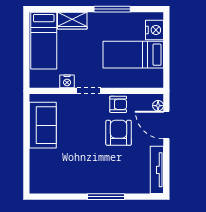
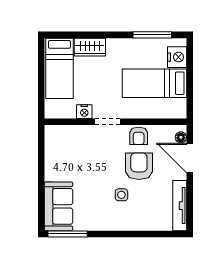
window: (112, 9) -> (152, 35), moved
armchair: (118, 104) -> (139, 136), turned 90
sofa: (43, 125) -> (58, 206), moved
side table: (102, 160) -> (121, 195), added
window: (106, 197) -> (68, 234), moved

